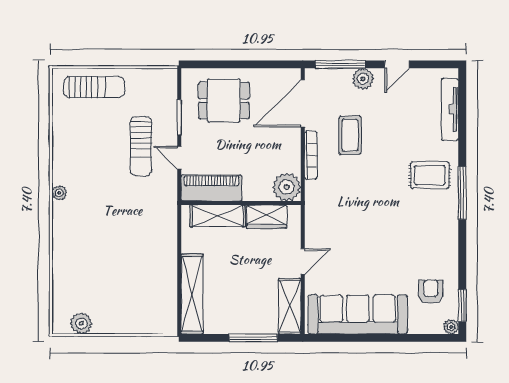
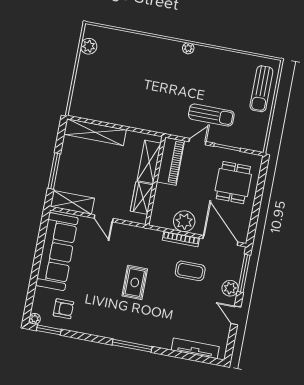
sun lounger: (141, 146) -> (211, 115), turned 180
rug: (430, 175) -> (135, 282), moved
plant: (287, 187) -> (184, 221), moved

